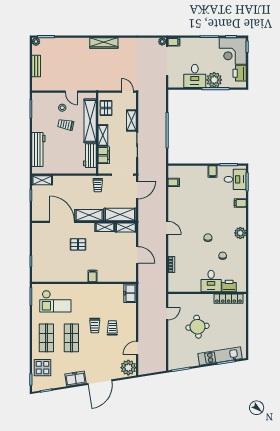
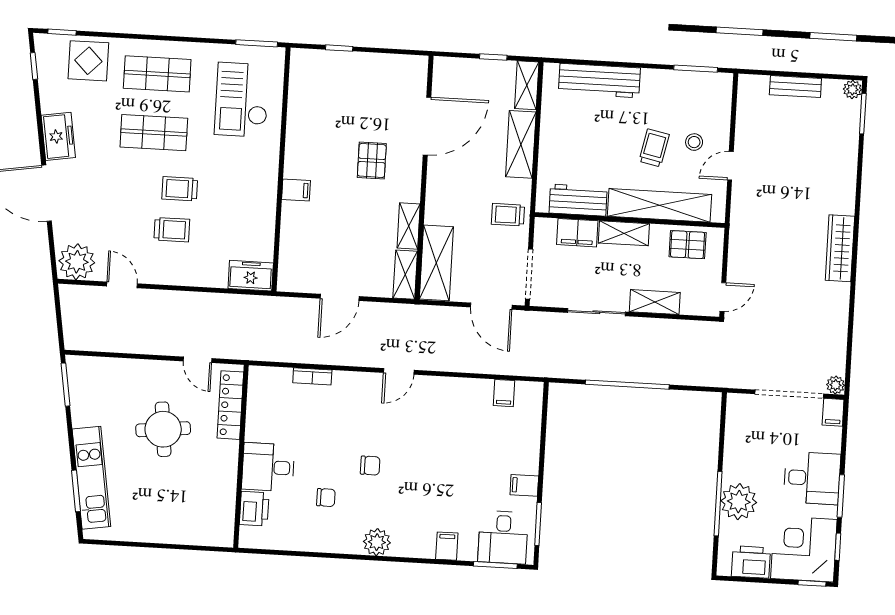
desk: (195, 76) -> (812, 478), moved, turned 180
shelving: (89, 215) -> (521, 144), moved
locker: (228, 299) -> (230, 405), moved

